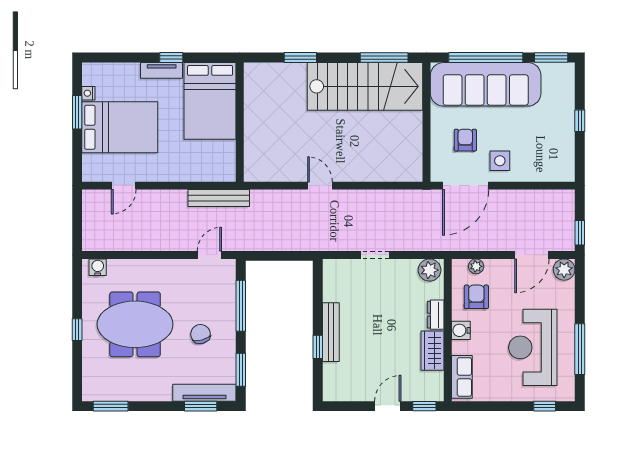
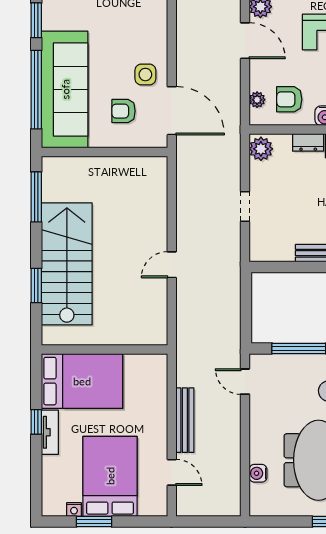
stairs: (365, 86) -> (67, 264), moved
bench: (219, 198) -> (185, 420), moved
water cooler: (98, 267) -> (258, 473), moved

